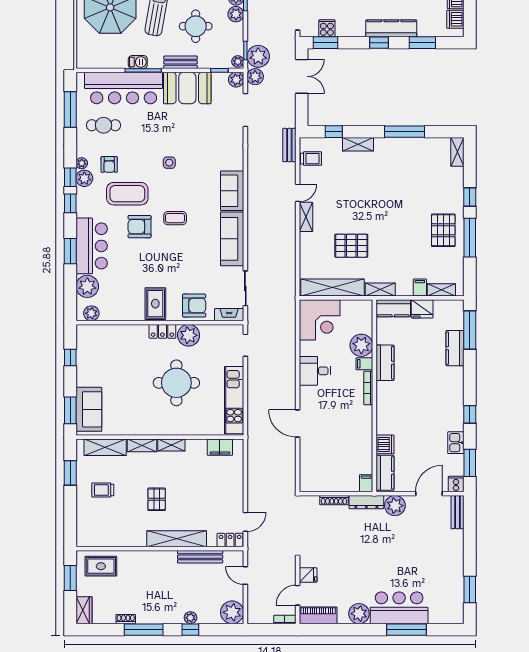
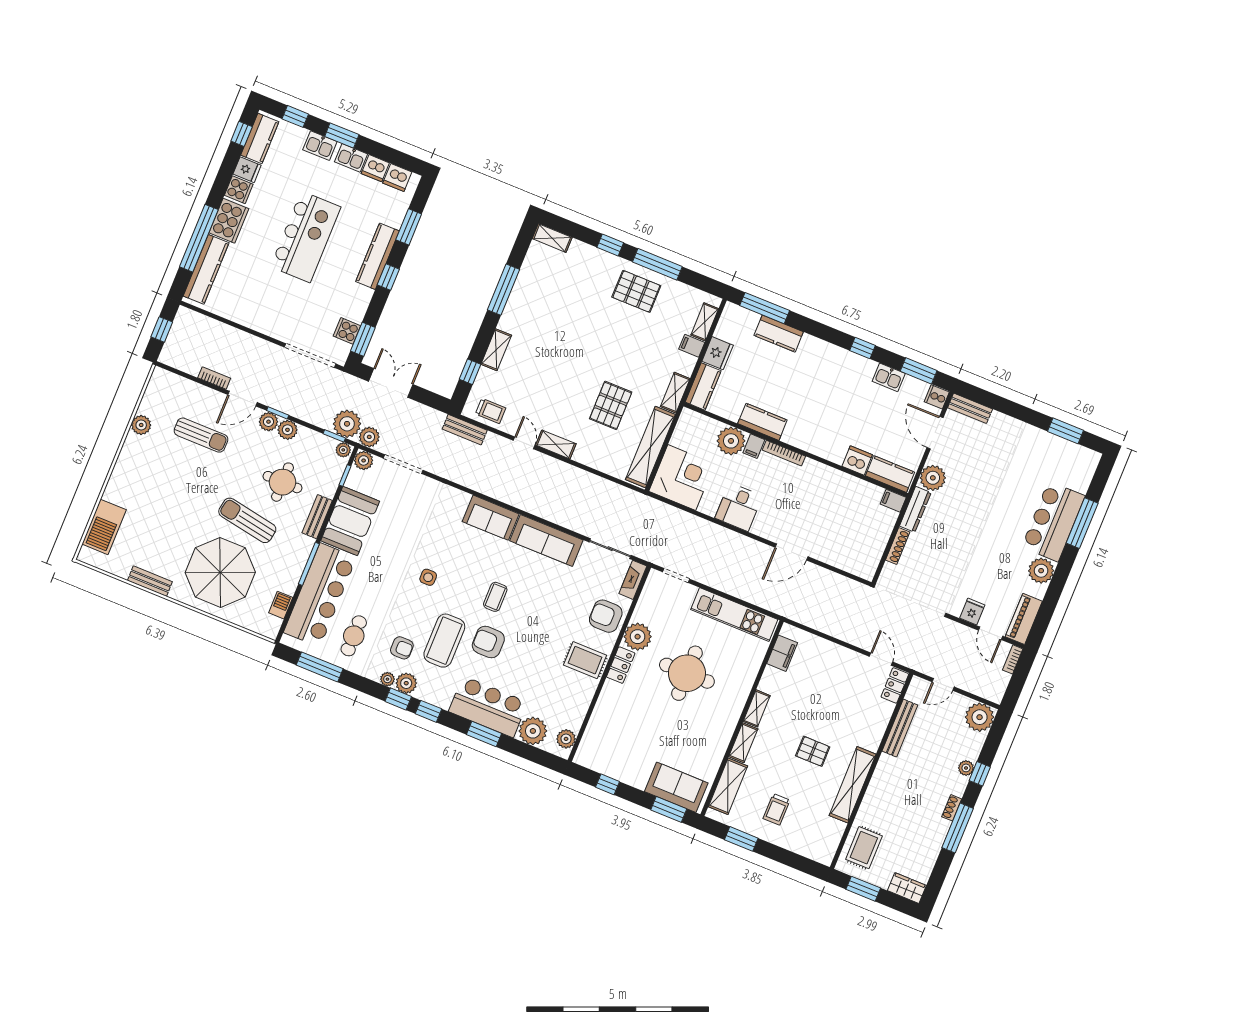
barbecue: (138, 62) -> (281, 605), moved
trolley: (311, 159) -> (491, 411), turned 90
armchair: (140, 227) -> (488, 642), turned 90
armchair: (194, 306) -> (606, 616), turned -90
shelving: (177, 539) -> (853, 785), moved
shoe rack: (126, 619) -> (952, 808), moved

